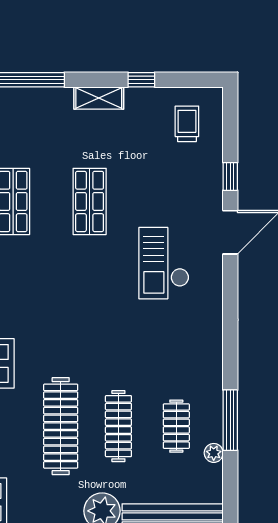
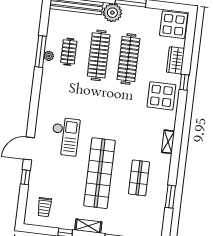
shop shelf: (90, 201) -> (100, 173), width x2.00, depth x1.36
clothes rail: (118, 426) -> (99, 55), width x1.37, depth x1.31
plant: (214, 453) -> (49, 56), moved

